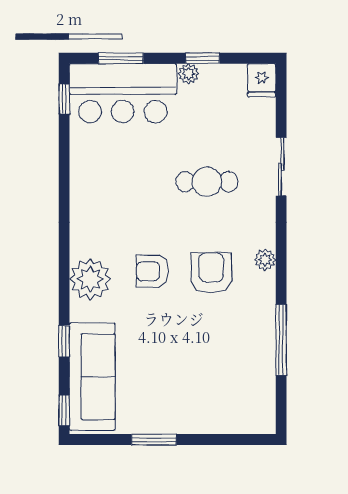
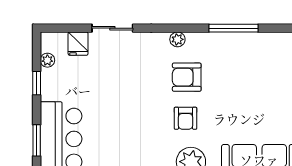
plant: (189, 74) -> (47, 60), moved
fridge: (262, 80) -> (78, 44), moved, turned 90
cafe table: (207, 182) -> (123, 80), removed

